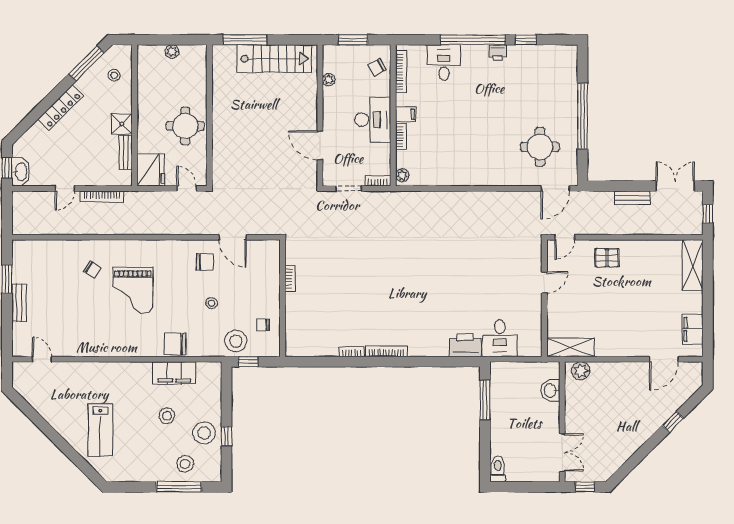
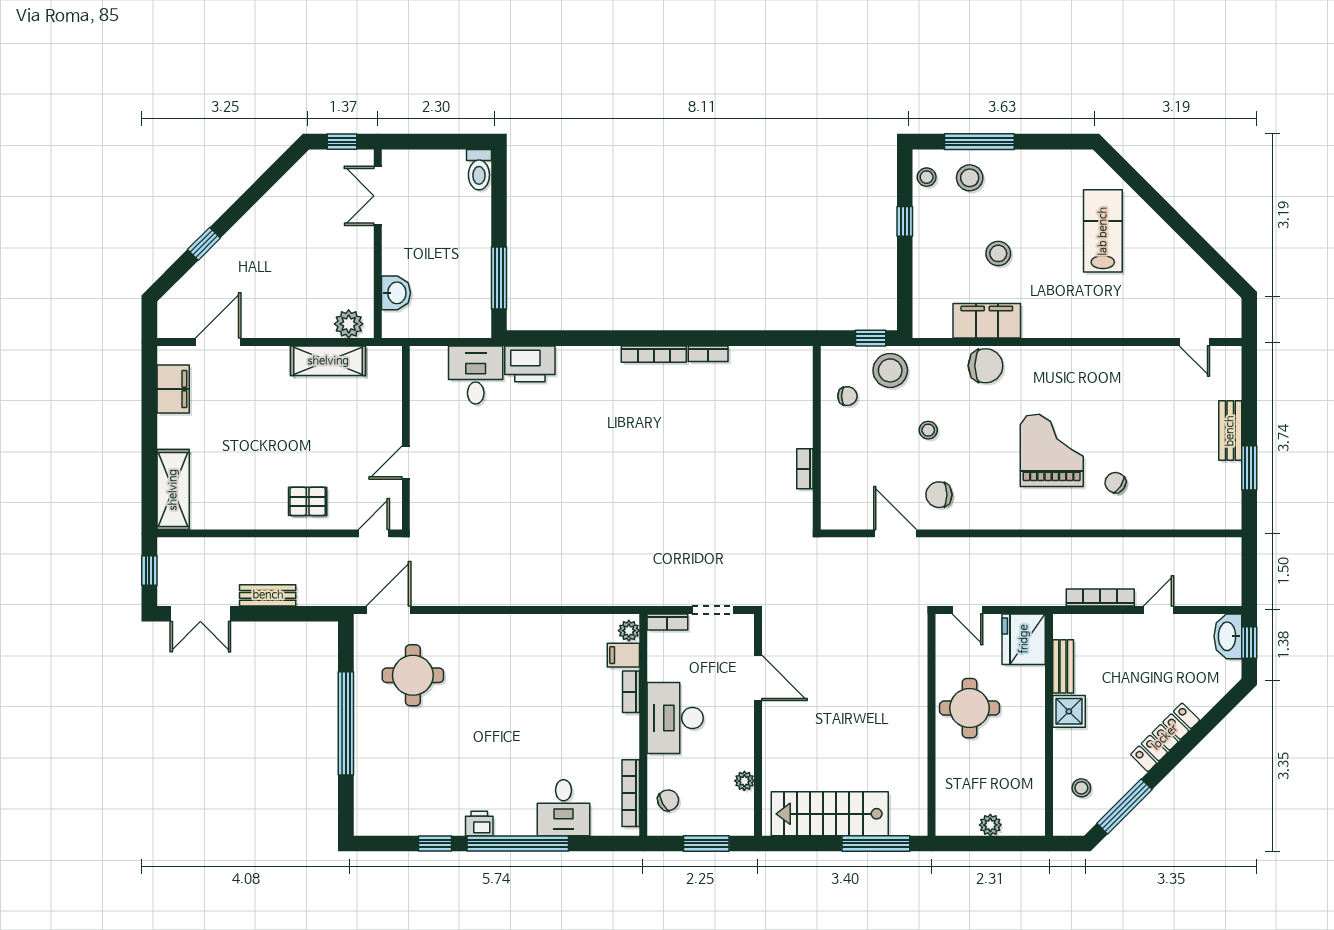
filing cabinet: (406, 114) -> (623, 655), moved
shelving: (571, 347) -> (328, 361), moved
stool: (204, 433) -> (927, 177), moved, width x0.53, depth x0.53

